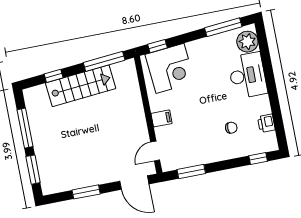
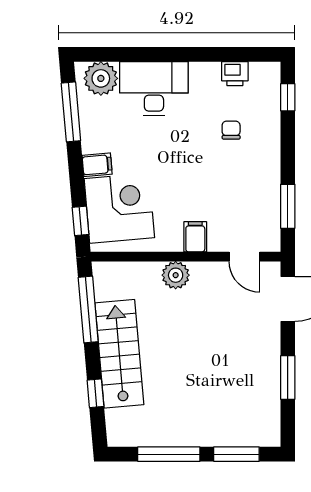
filing cabinet: (194, 50) -> (97, 165), added
plant: (136, 111) -> (176, 275), added

